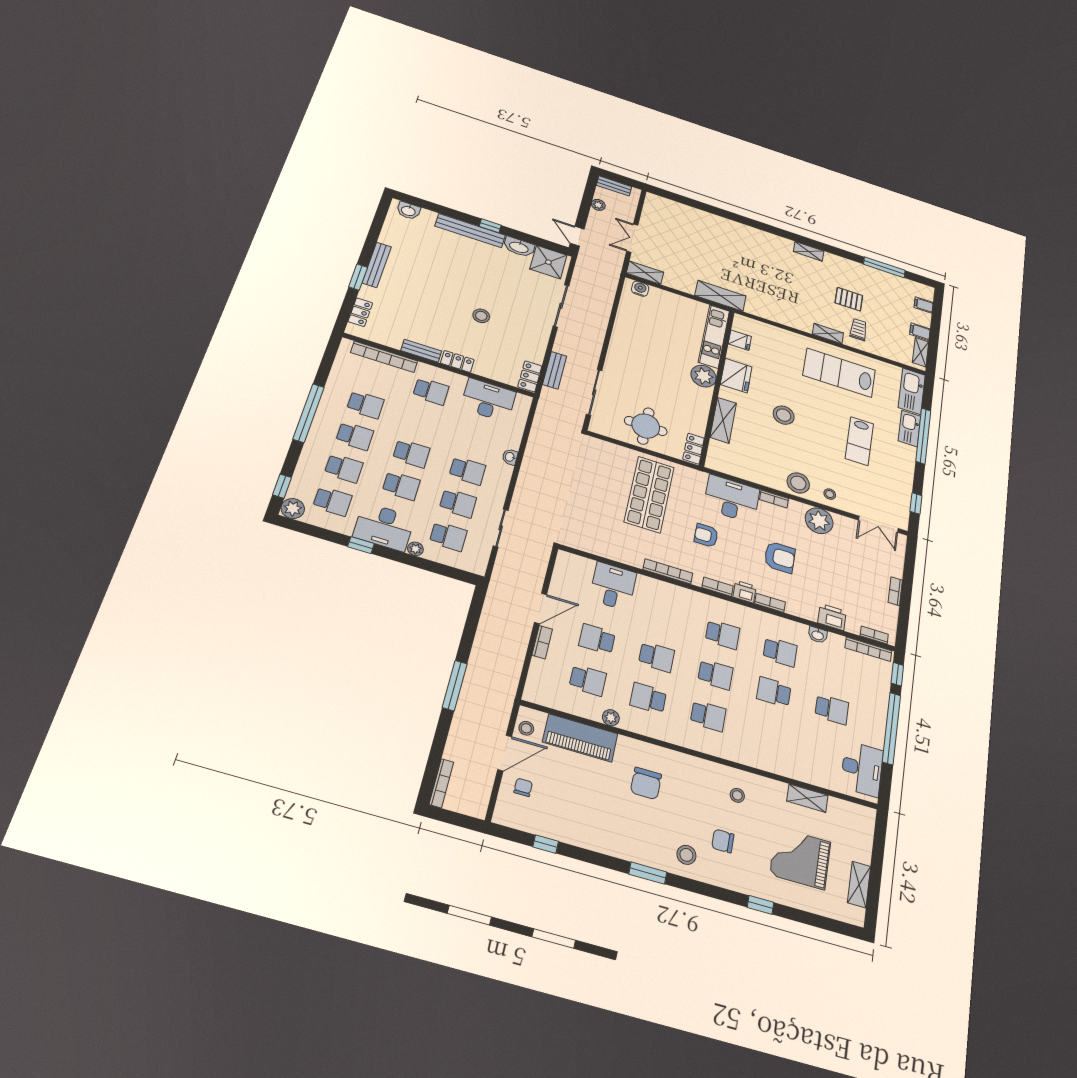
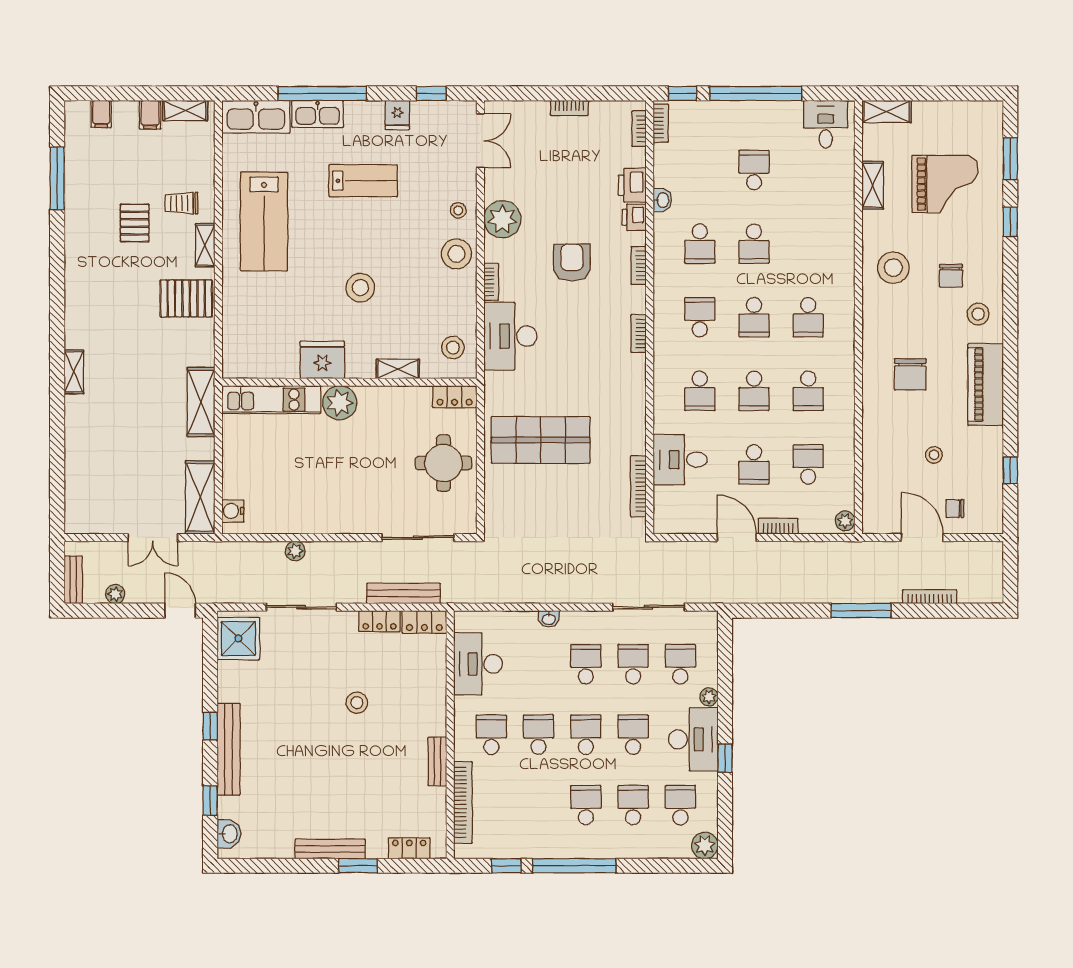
window: (436, 208) -> (210, 800), added
door: (577, 236) -> (180, 611), swing flipped
washbasin: (519, 247) -> (229, 681), removed
shelving: (809, 251) -> (74, 372), moved
shelving: (645, 273) -> (200, 497), width x1.50, depth x1.33
pallet: (793, 311) -> (186, 298), added
plant: (603, 315) -> (295, 551), added
fridge: (740, 340) -> (397, 115), moved, turned 180
locker: (457, 361) -> (379, 621), moved, turned -90
bench: (555, 370) -> (404, 593), width x1.36
school desk: (365, 405) -> (539, 735), moved
shelving: (723, 420) -> (398, 369), width x0.67, depth x0.75
stool: (730, 459) -> (453, 348), added
window: (282, 486) -> (506, 866), moved
sliding door: (501, 528) -> (649, 607), width x1.37
armchair: (706, 535) -> (573, 359), removed
bookcase: (668, 571) -> (638, 486), moved
printer: (744, 592) -> (634, 217), moved
school desk: (664, 617) -> (700, 391), added
bookcase: (868, 649) -> (661, 123), width x0.64
school desk: (780, 652) -> (700, 244), turned 180
school desk: (656, 657) -> (754, 391), turned 180
school desk: (715, 675) -> (754, 317), turned 180
school desk: (708, 716) -> (808, 317), turned 180
plant: (611, 718) -> (845, 521), moved
stool: (526, 728) -> (934, 455), moved
piano: (580, 738) -> (986, 385), moved, turned 180
desk: (862, 769) -> (826, 124), width x0.73
bookcase: (441, 783) -> (930, 597), moved
chair: (646, 783) -> (910, 374), turned 90
stool: (737, 795) -> (893, 268), width x1.89, depth x1.89
grand piano: (800, 858) -> (945, 184), turned -90
window: (648, 873) -> (1010, 159), moved
shelving: (859, 884) -> (887, 112), moved

